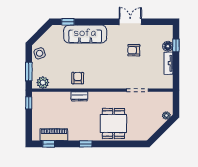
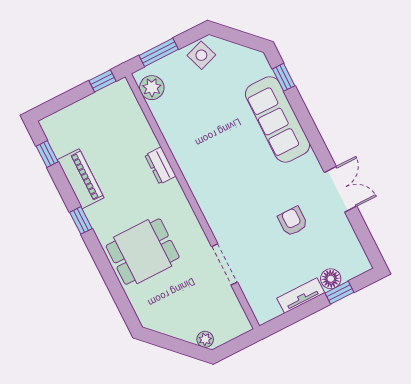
armchair: (78, 78) -> (192, 146), removed
piano: (54, 135) -> (81, 179), moved

